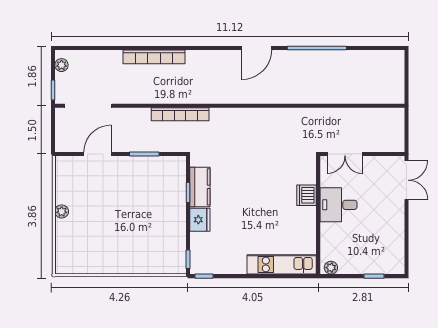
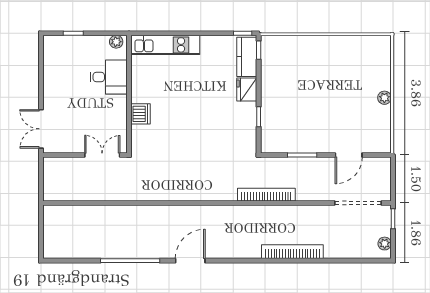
kitchen counter: (200, 187) -> (247, 57), moved
desk: (338, 205) -> (109, 77), moved

